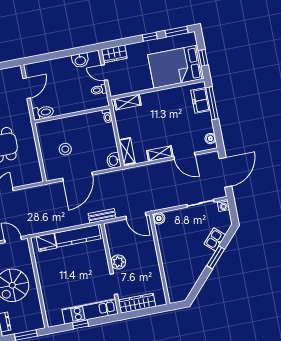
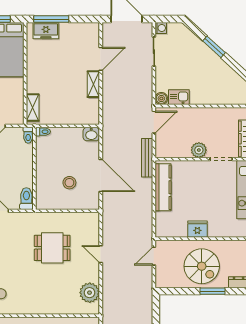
toilet: (99, 90) -> (28, 135), moved
boiler: (210, 139) -> (88, 28), removed
shelving: (127, 151) -> (84, 118), removed
bench: (102, 216) -> (147, 158), width x1.36
kitchen sink: (215, 240) -> (179, 97), moved, turned 138
fridge: (46, 242) -> (197, 229), moved, turned -90

